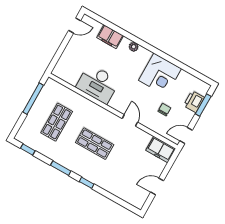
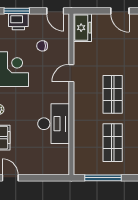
shop shelf: (57, 122) -> (113, 143), turned 90

